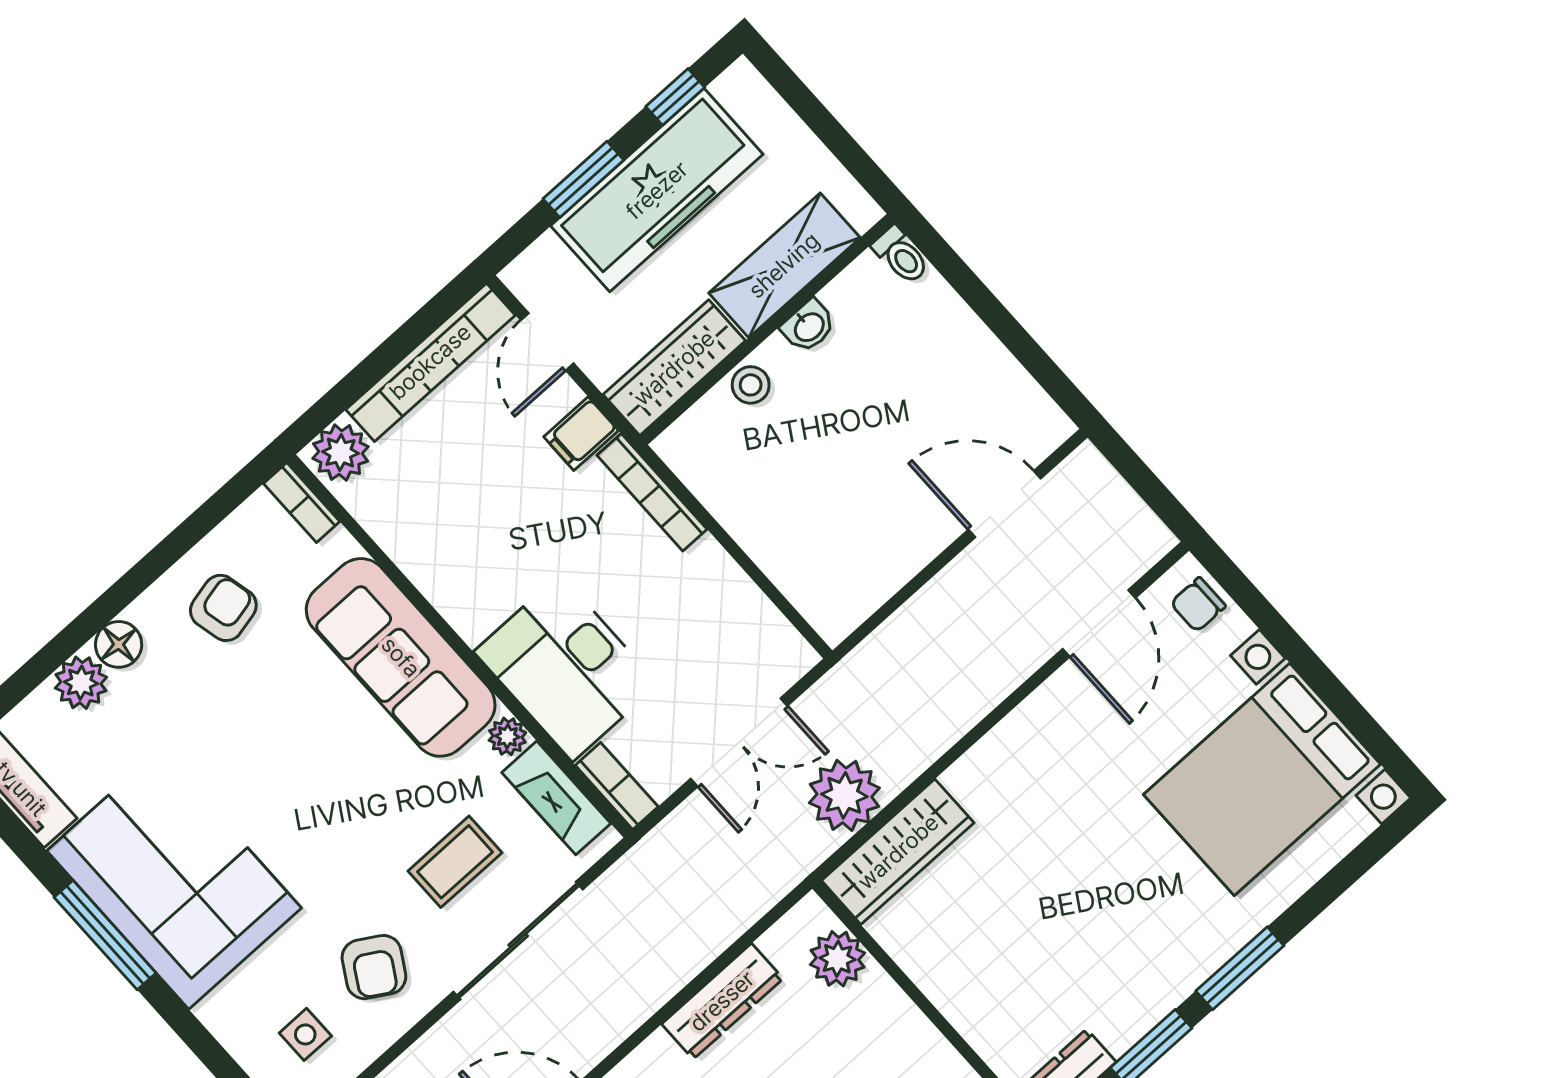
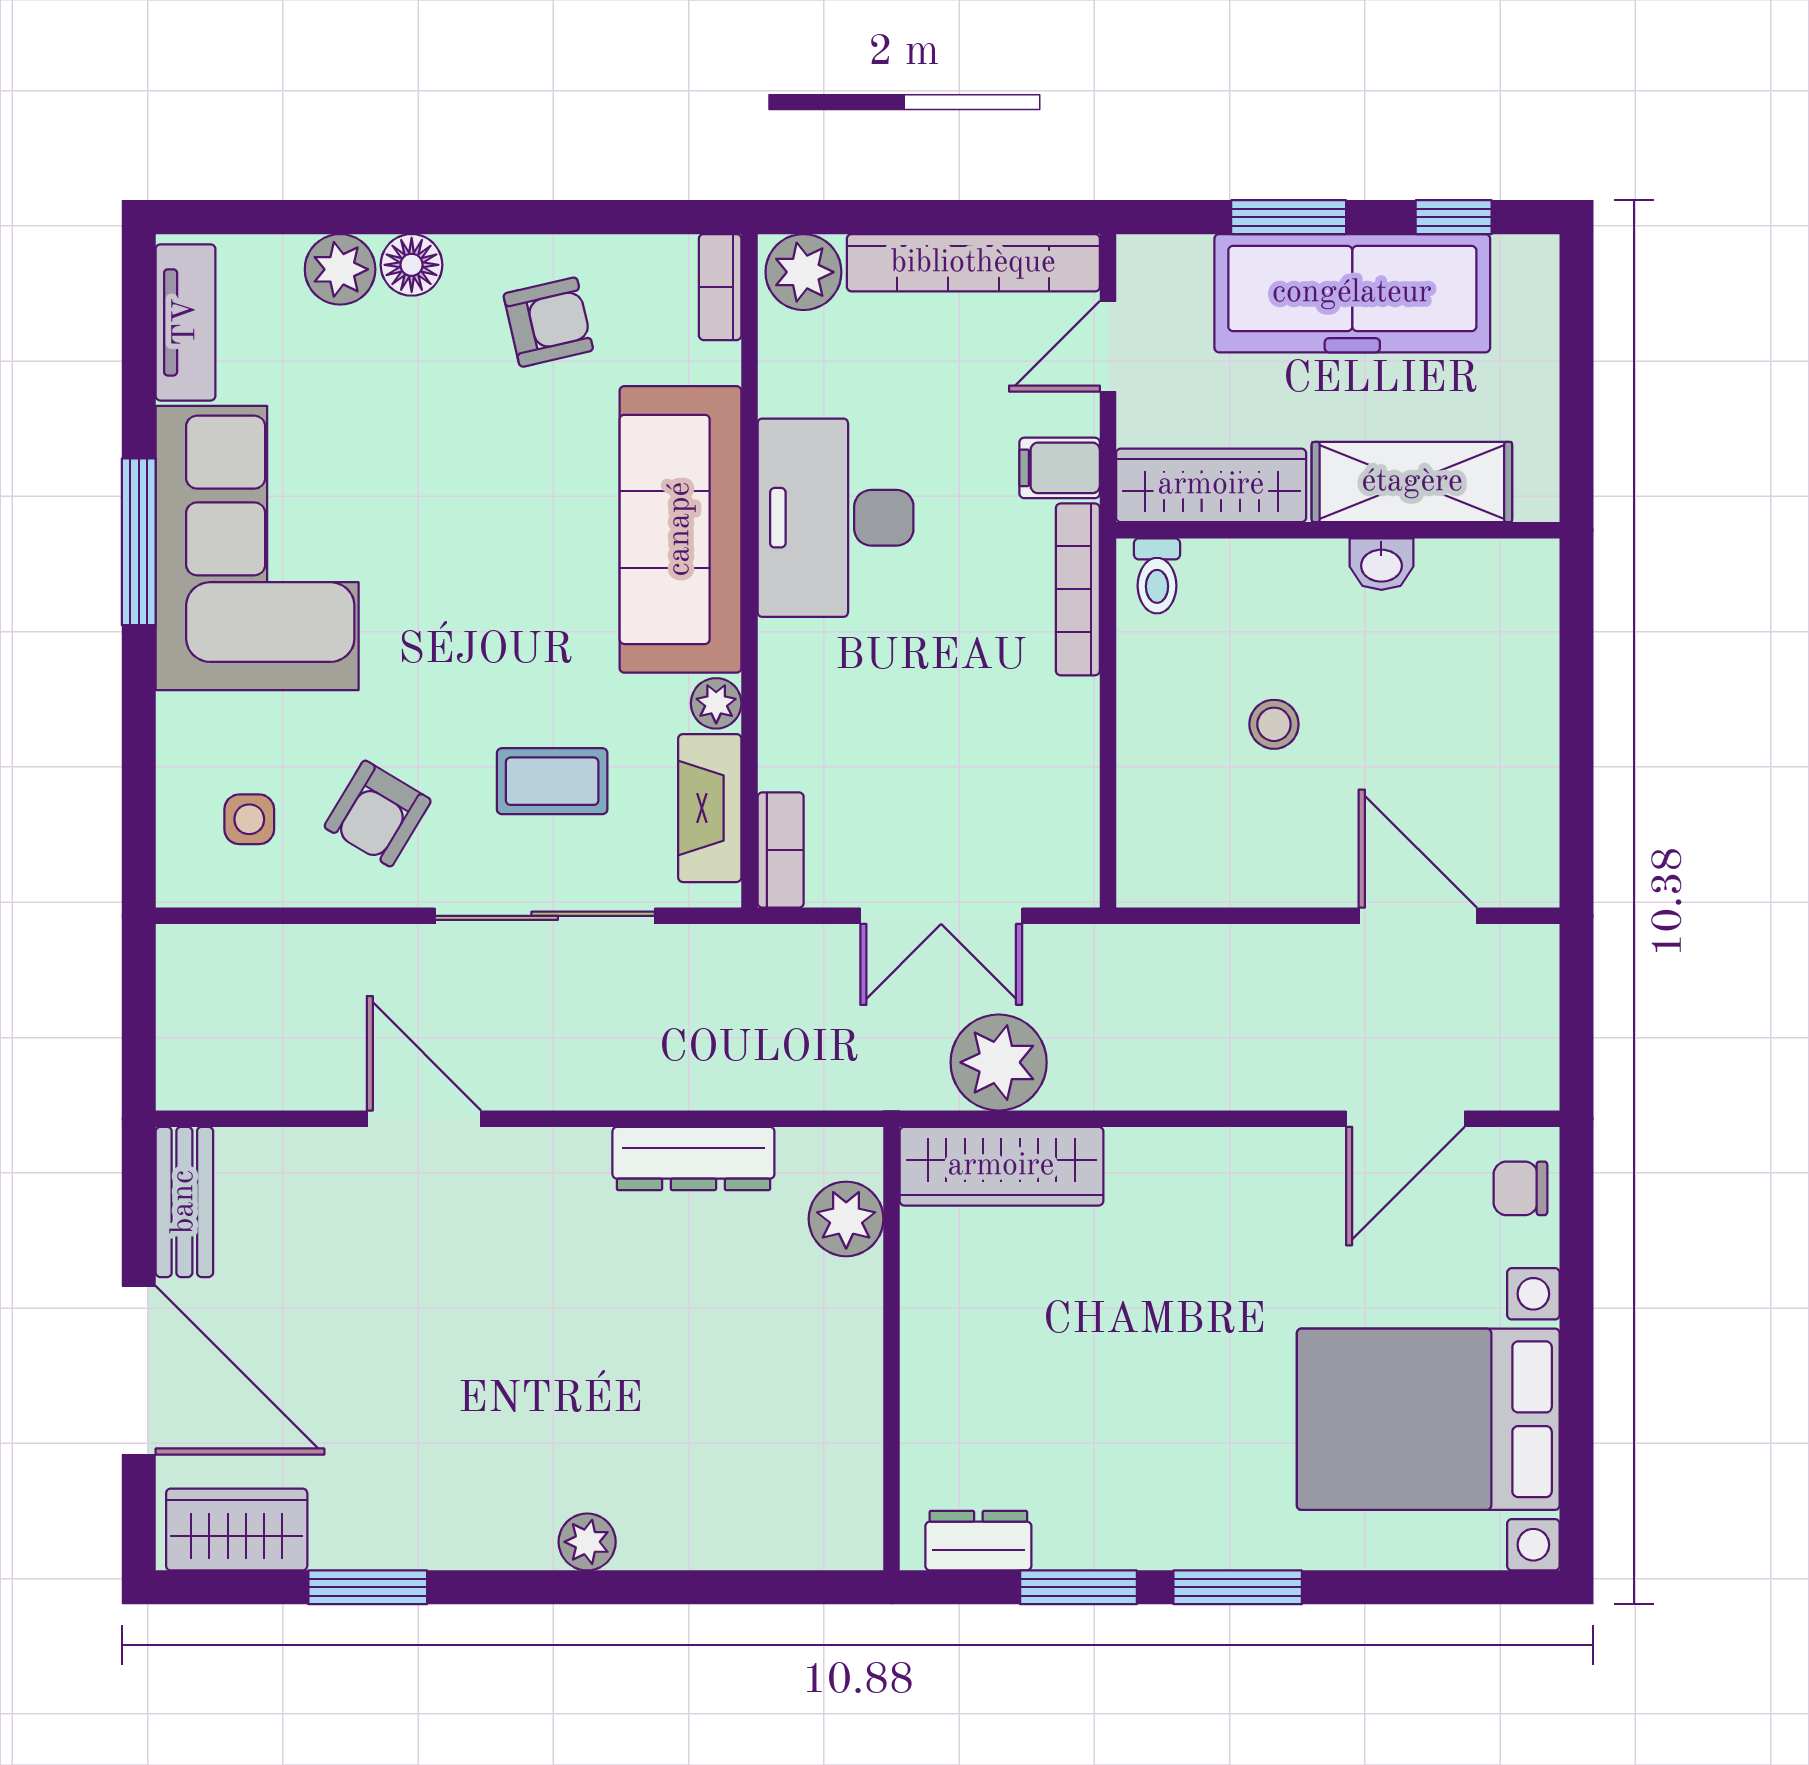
toilet: (901, 255) -> (1157, 576), moved
stool: (751, 385) -> (1274, 724), moved
desk: (566, 668) -> (836, 518), moved

